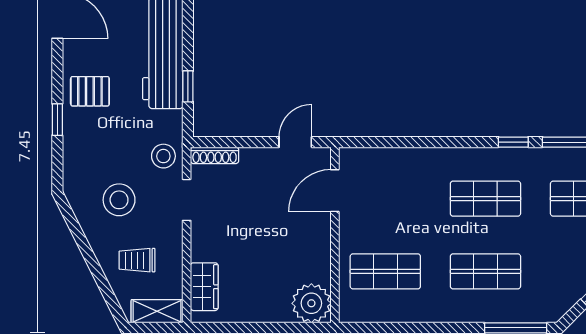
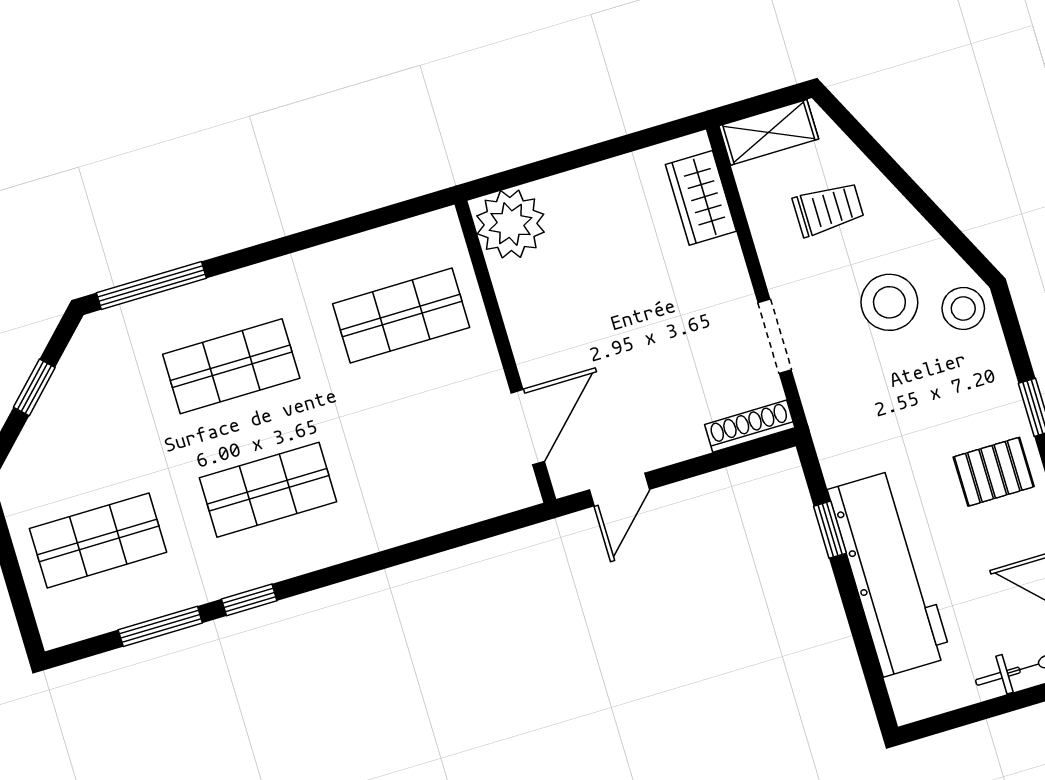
stool: (163, 156) -> (963, 308), moved

